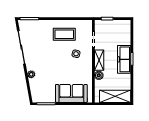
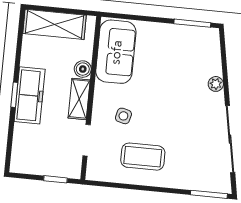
sofa: (71, 93) -> (116, 52), moved, turned -90

